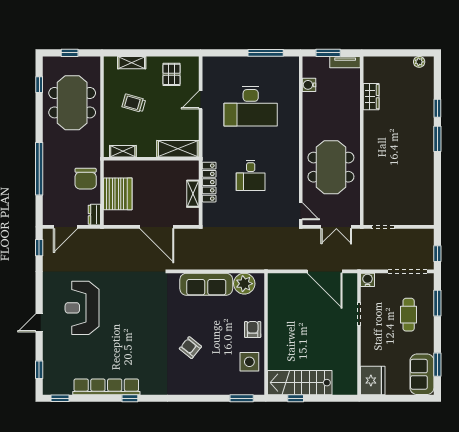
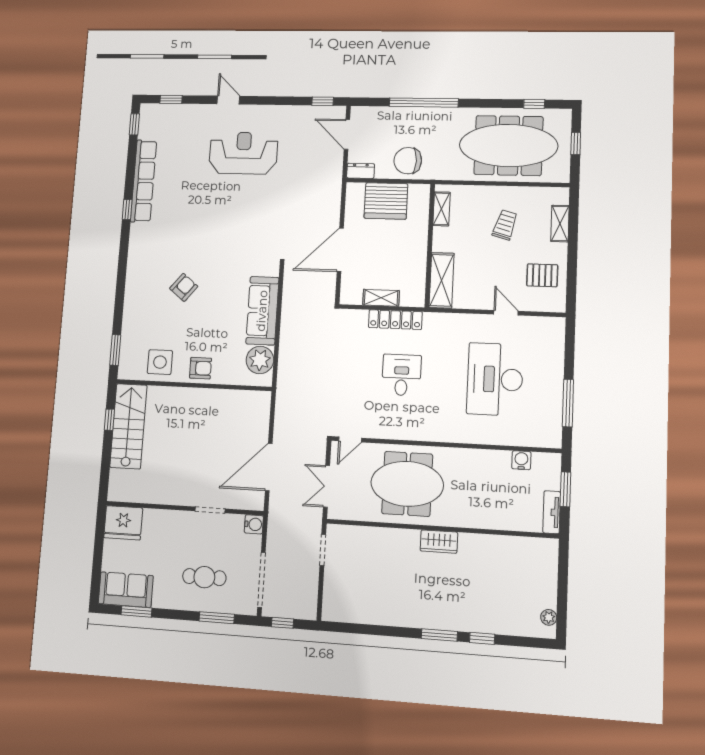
wardrobe: (371, 97) -> (439, 542), moved
meeting table: (72, 103) -> (509, 146), width x1.36
desk: (251, 175) -> (401, 375), turned 90

